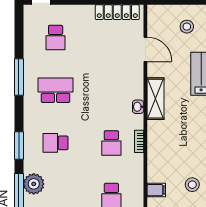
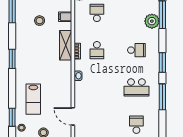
shelving: (155, 99) -> (66, 45), moved
school desk: (111, 143) -> (97, 50), turned 180
window: (19, 146) -> (162, 62), moved

